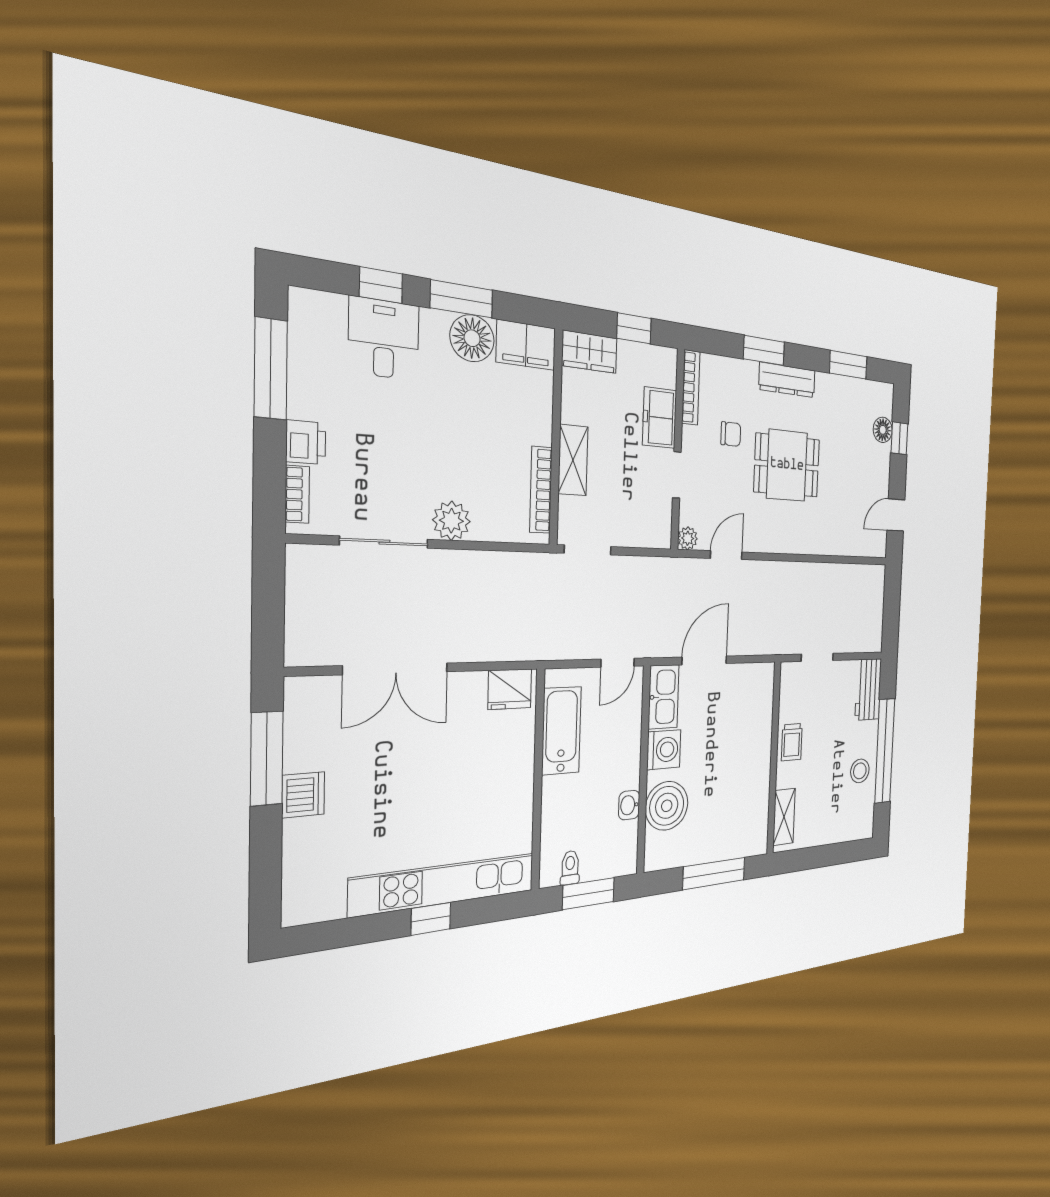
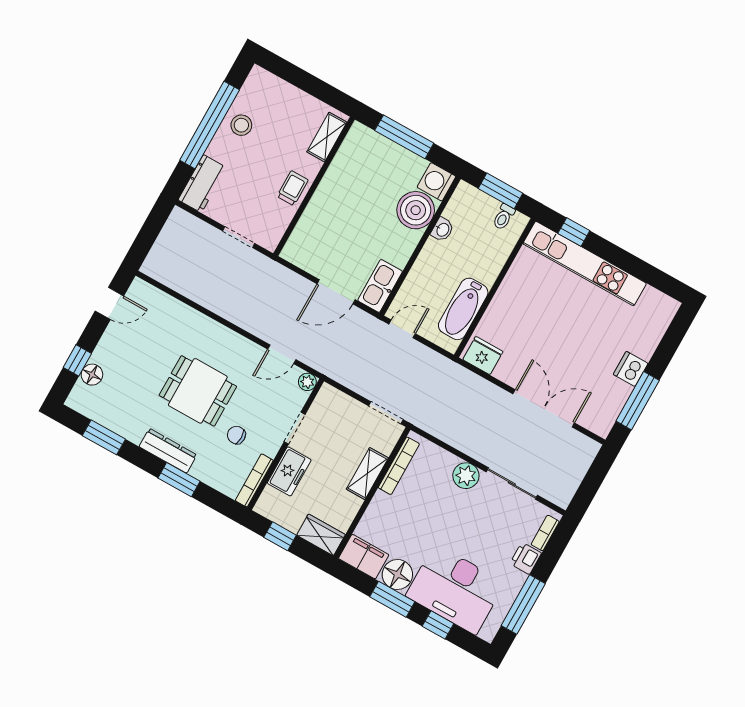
desk: (384, 339) -> (455, 589), width x1.87, depth x1.30
washing machine: (664, 750) -> (436, 182), moved
window: (431, 919) -> (574, 232), moved

